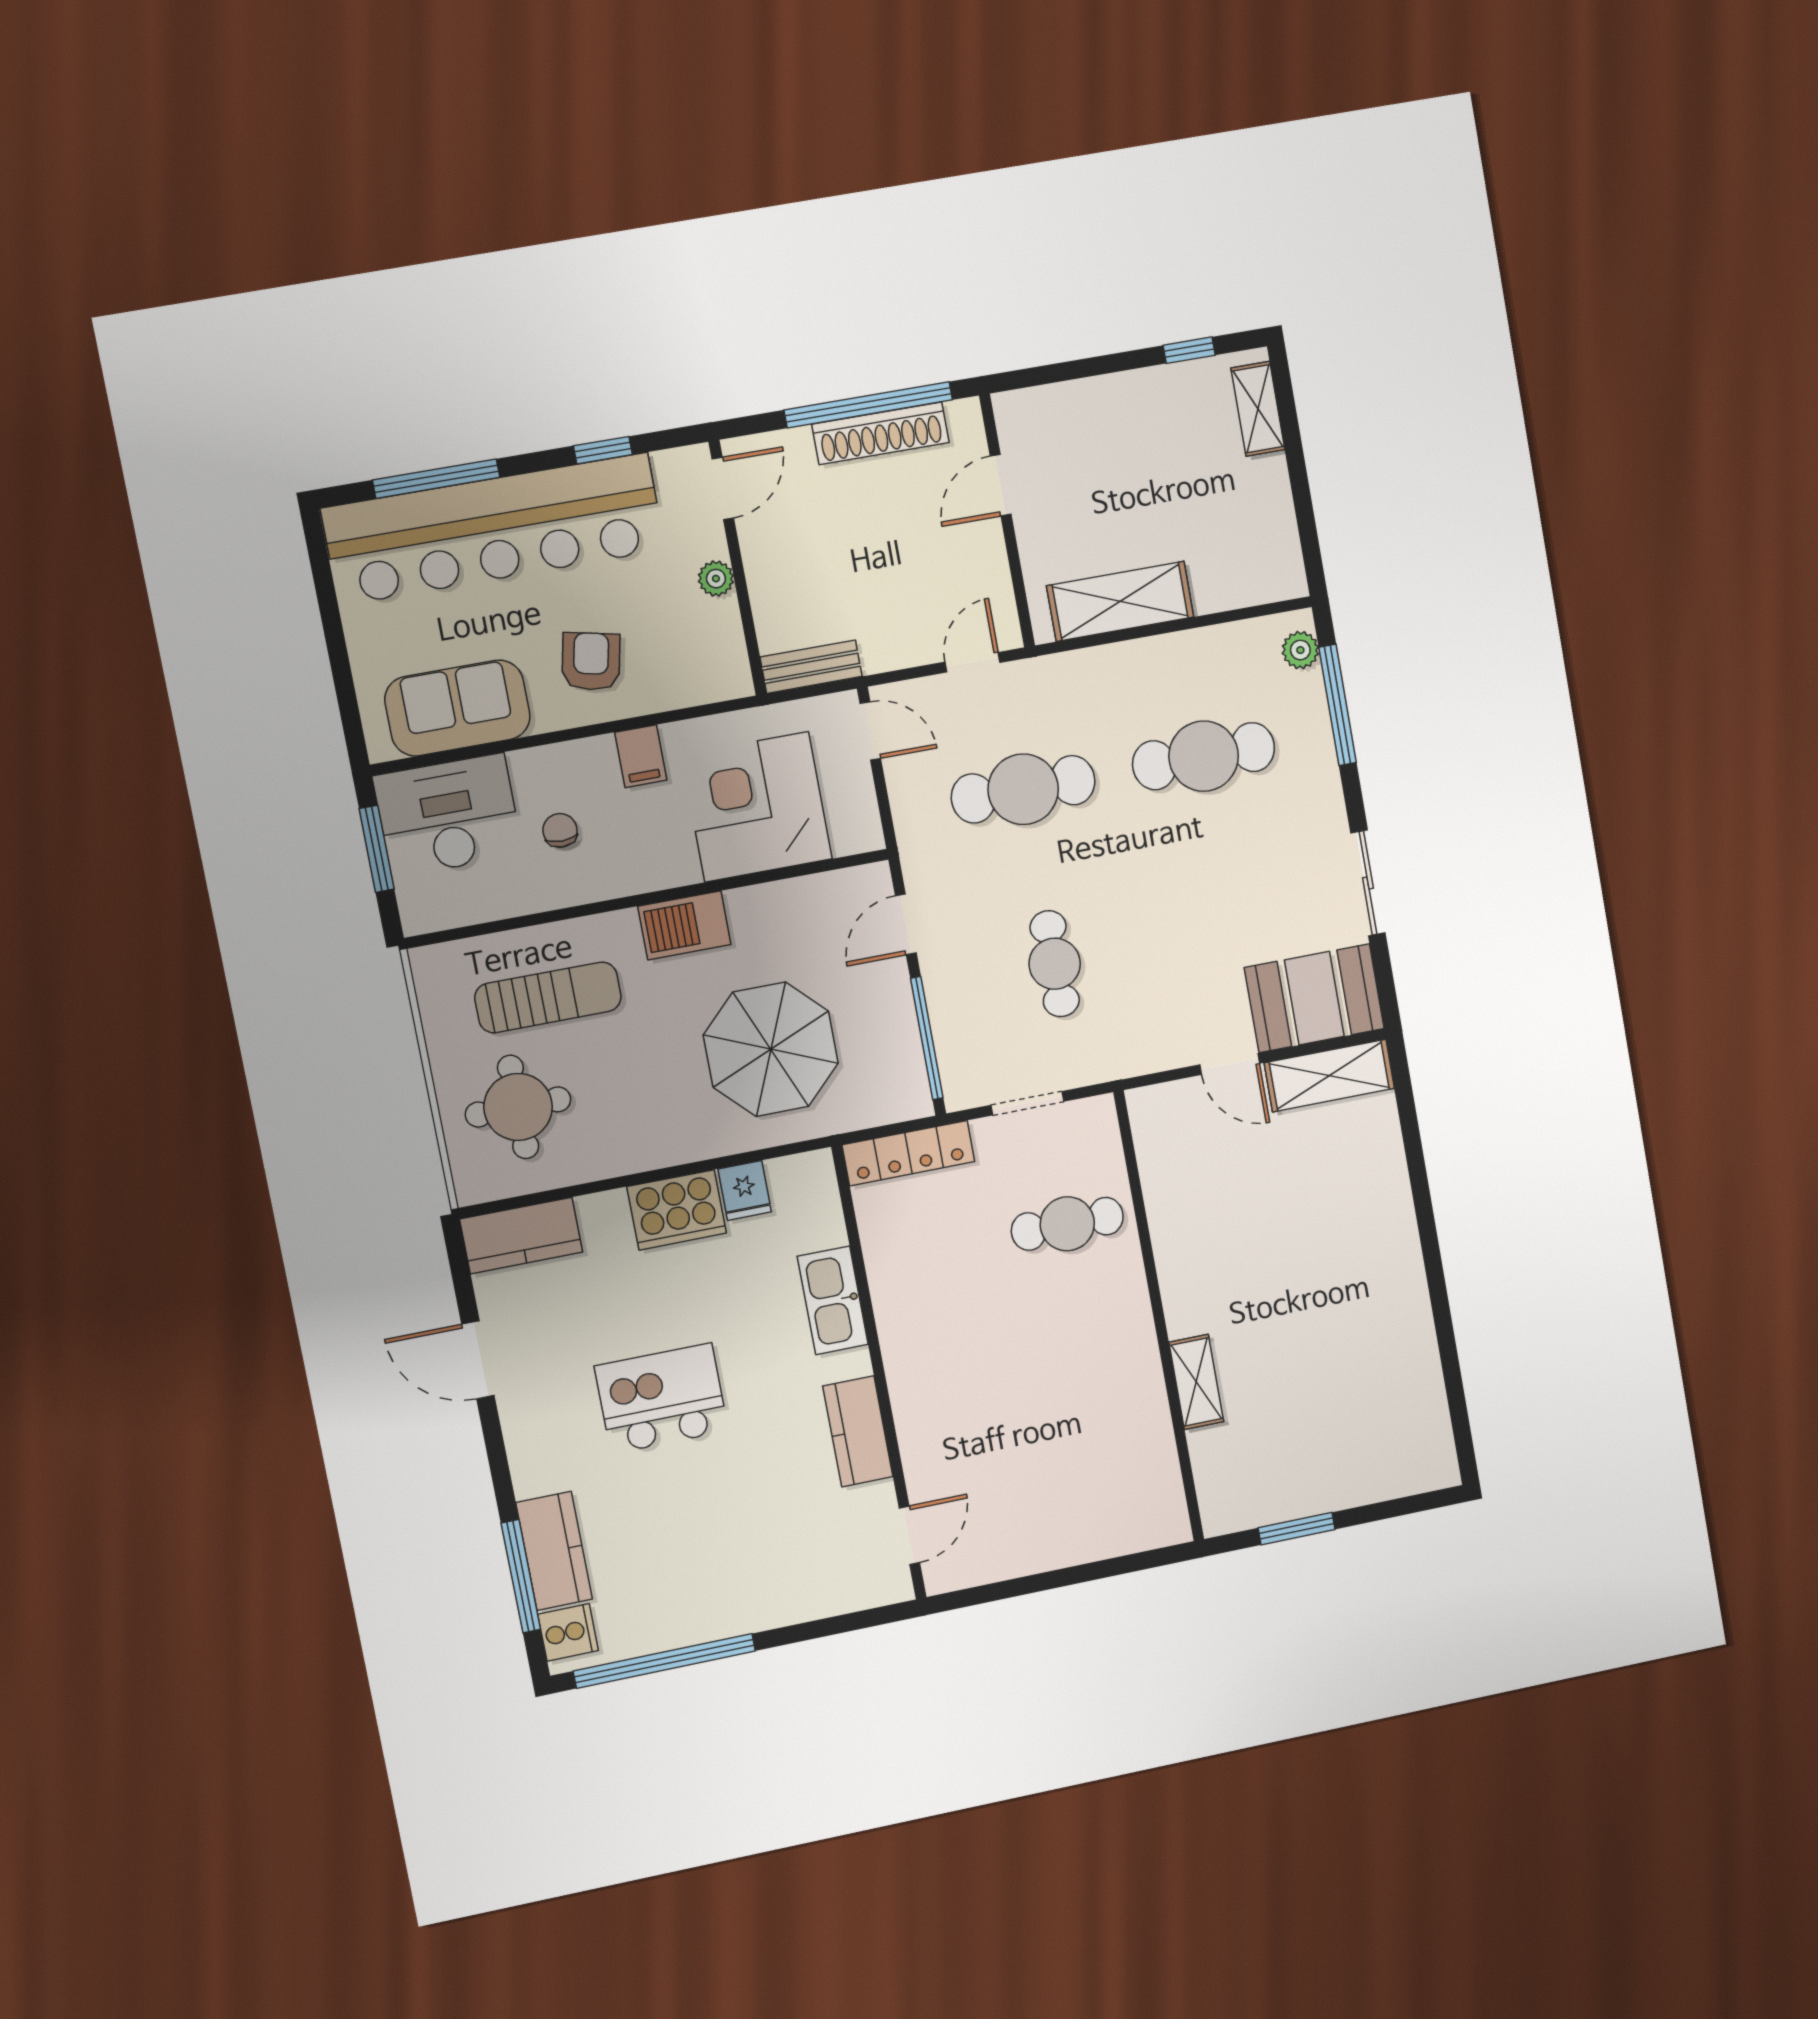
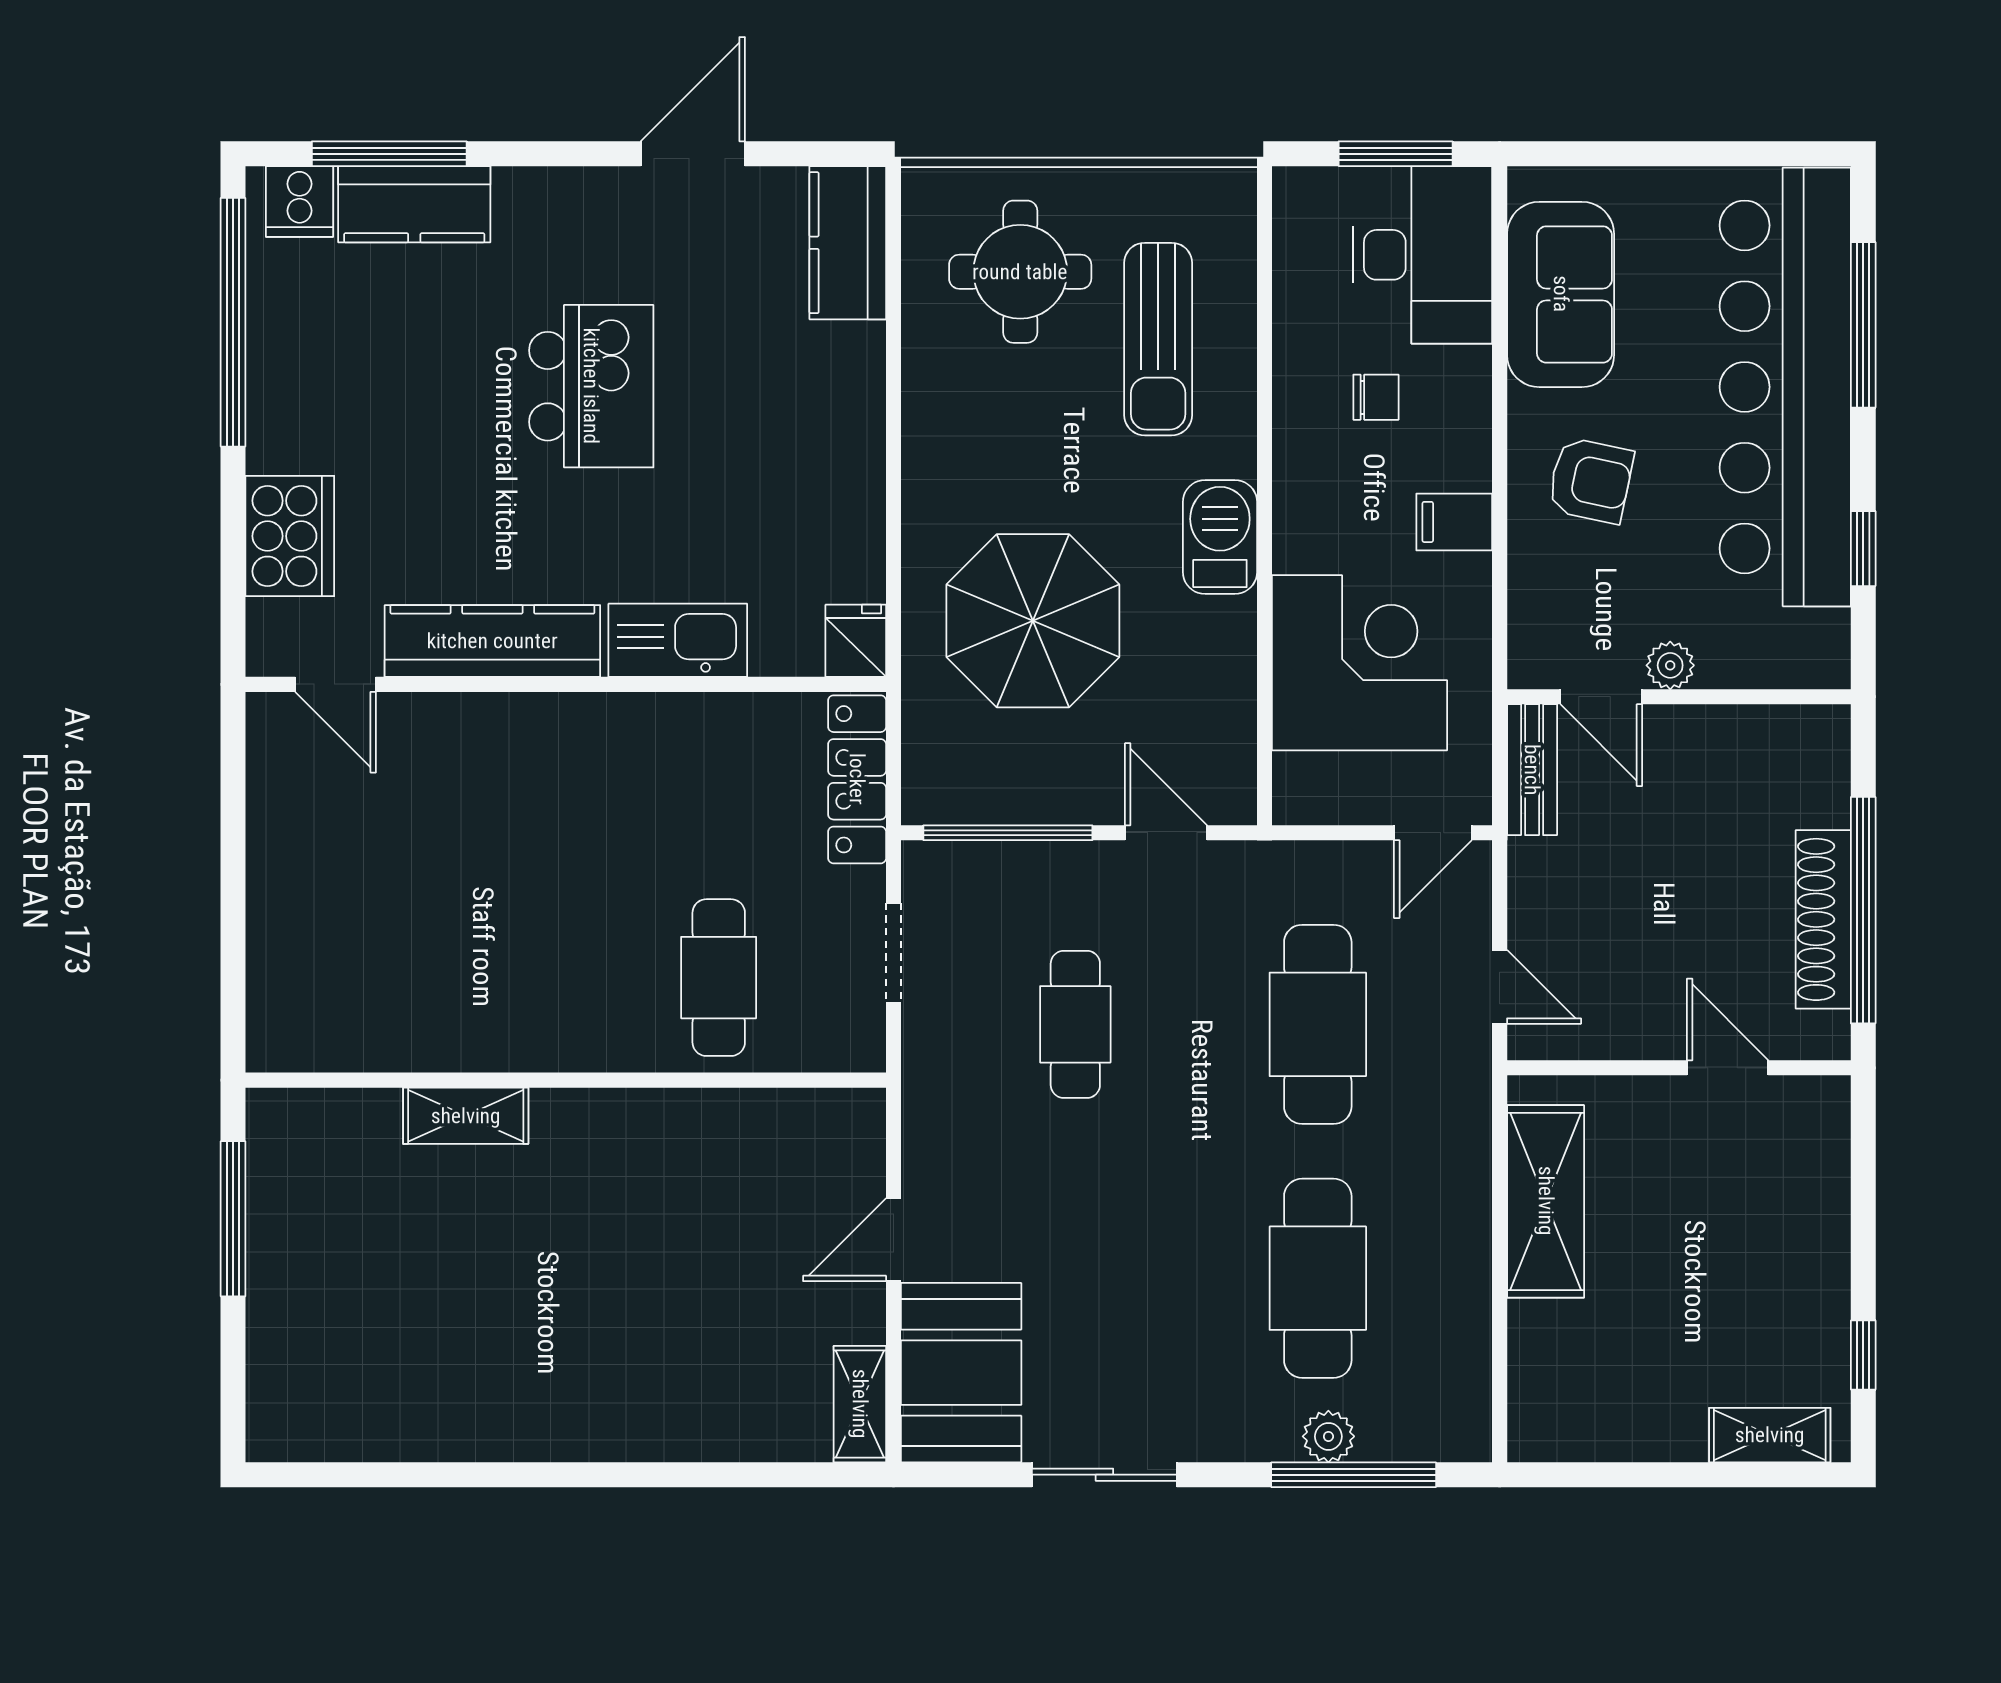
door: (723, 488) -> (1601, 697), moved
plant: (1300, 650) -> (1328, 1436), moved
cafe table: (1055, 964) -> (1075, 1024), turned 90
shelving: (1329, 1076) -> (860, 1404), width x0.67, depth x0.75
fridge: (745, 1190) -> (856, 641), moved, turned 90
cooker: (677, 1210) -> (290, 536), moved, turned 180
kitchen counter: (858, 1431) -> (492, 641), width x1.50
window: (1296, 1529) -> (233, 1219), width x1.44

